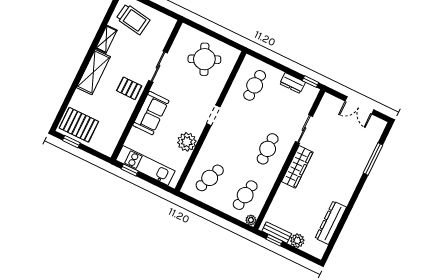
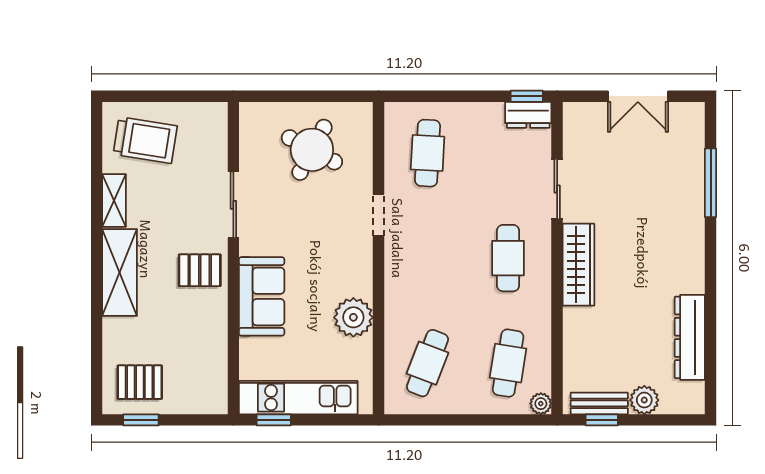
round table: (204, 59) -> (312, 150), turned -38
dresser: (293, 83) -> (528, 115), moved
doorway: (213, 115) -> (378, 215), moved
pallet: (79, 125) -> (140, 382), width x0.67, depth x0.71

